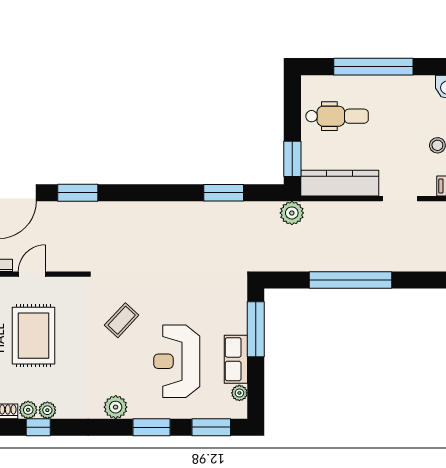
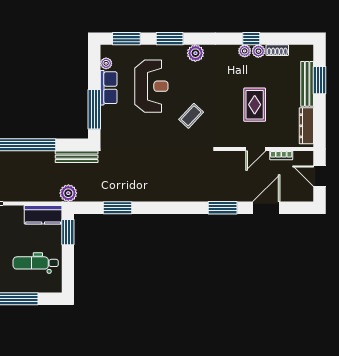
kitchen counter: (340, 183) -> (43, 215), width x0.67
bench: (280, 263) -> (77, 157), added
rug: (34, 336) -> (255, 105), width x0.73, depth x0.70

